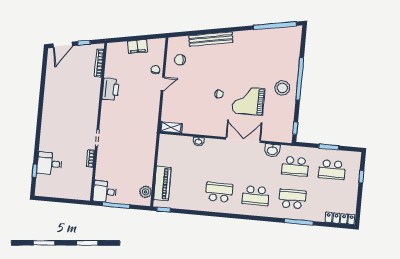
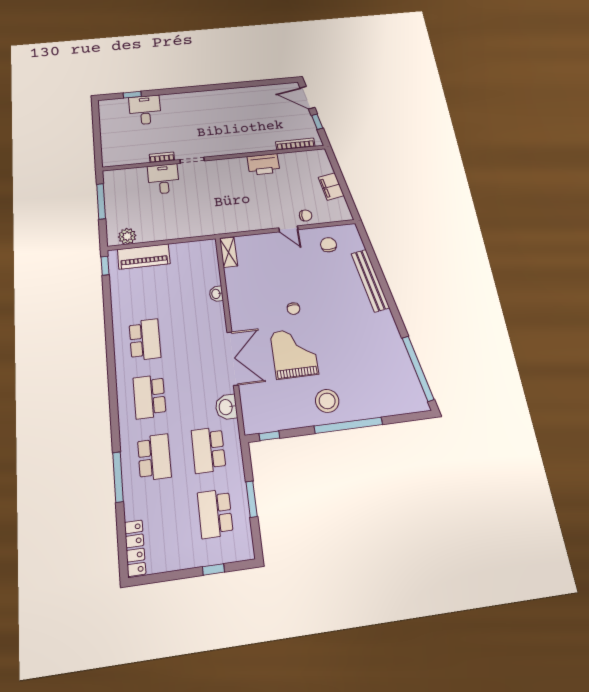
desk: (105, 192) -> (163, 179), moved

